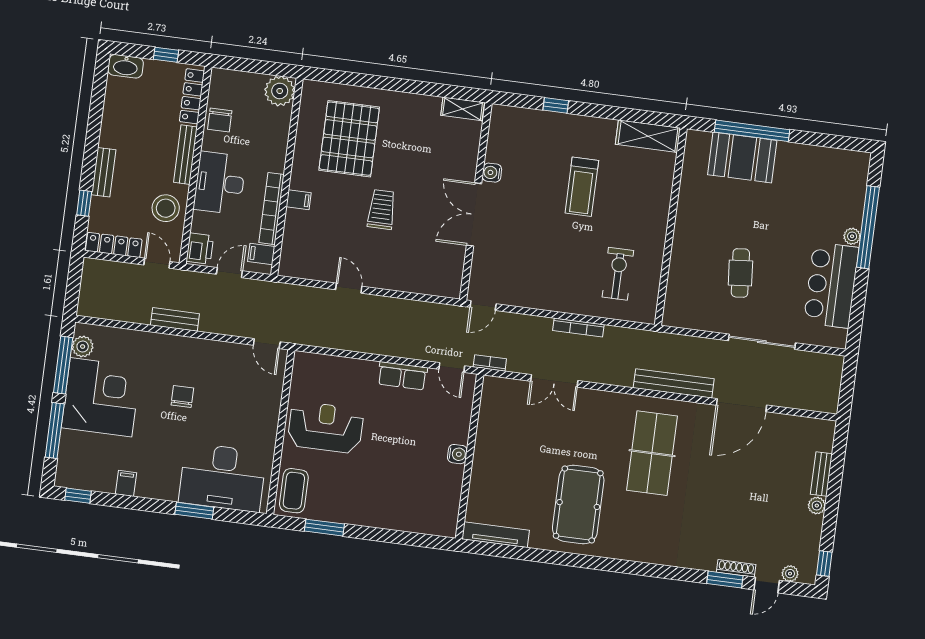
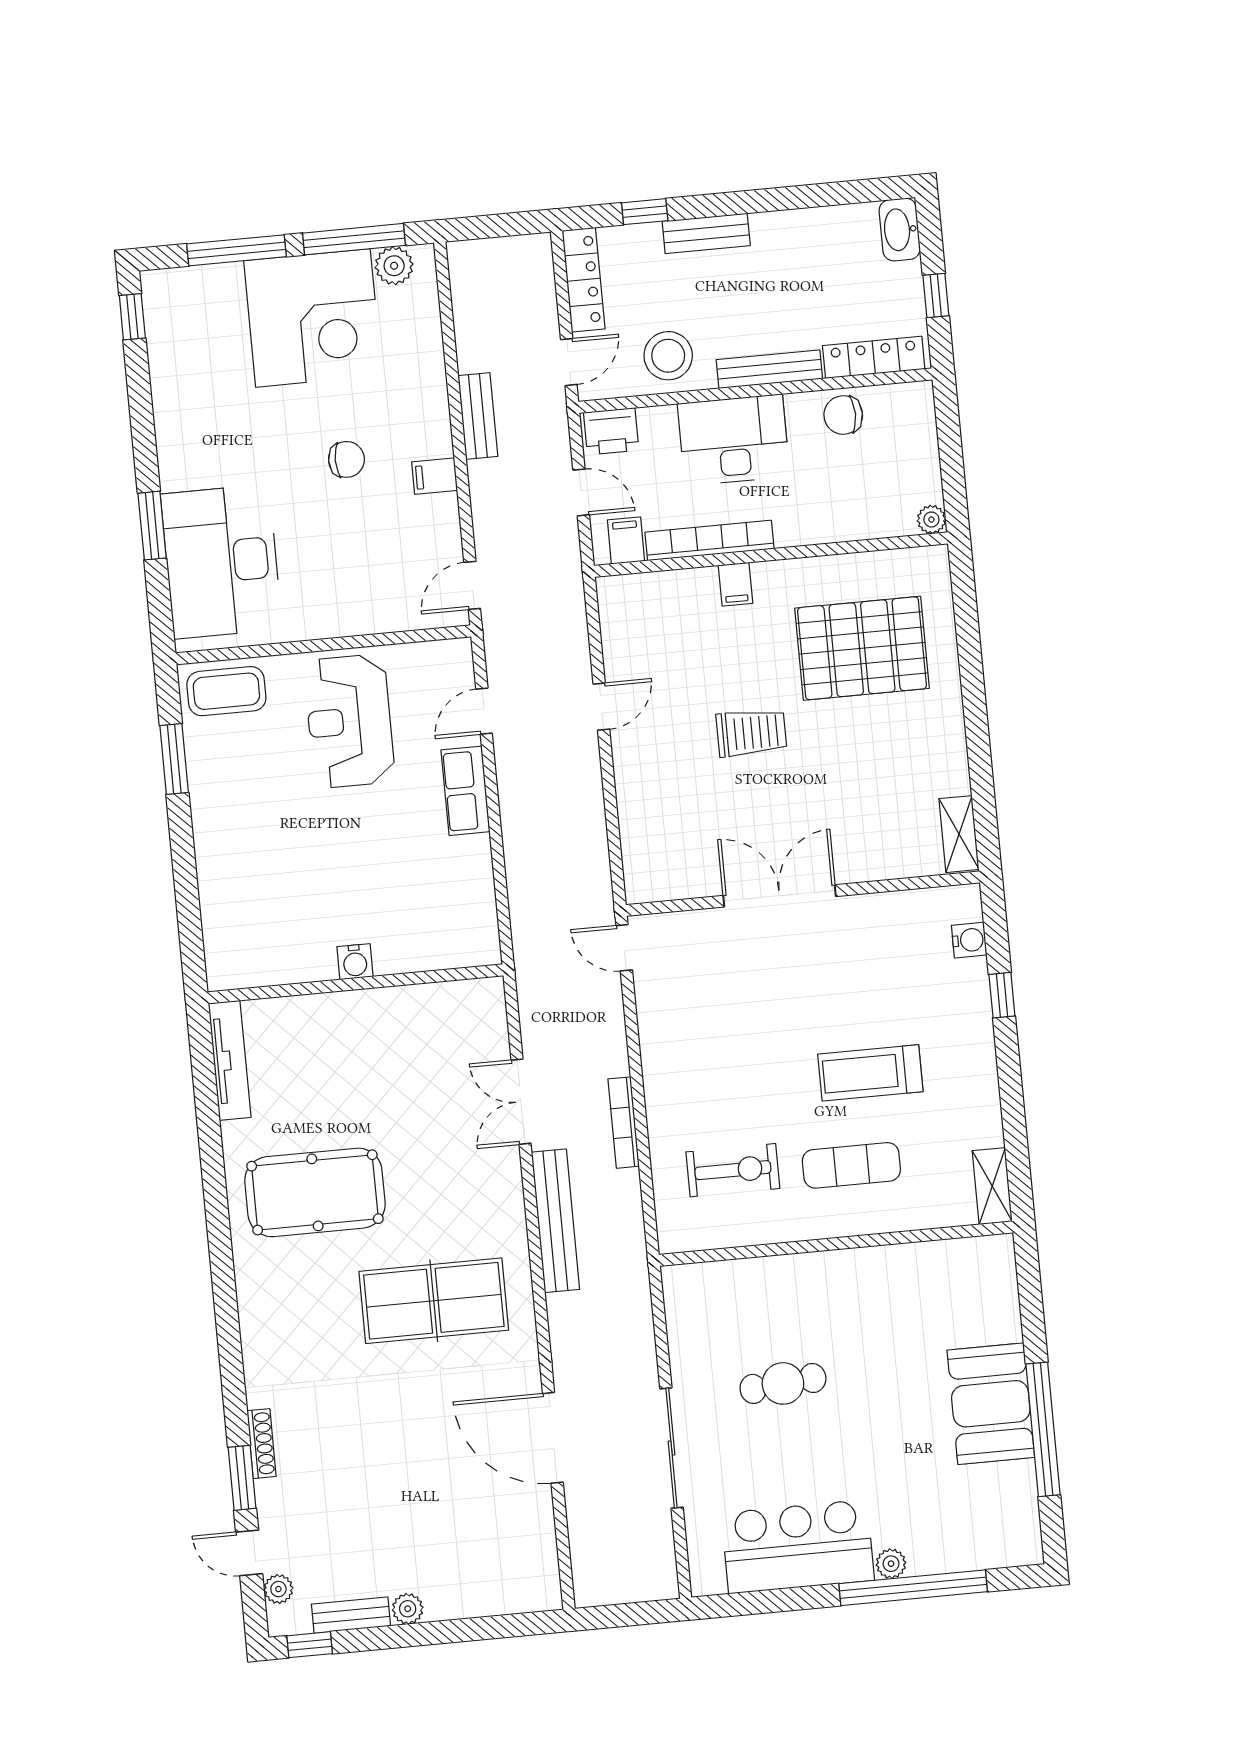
plant: (280, 91) -> (931, 520), width x0.53, depth x0.53
window: (752, 131) -> (1043, 1429), moved
shelving: (648, 136) -> (992, 1186), width x0.67, depth x0.75
booth: (742, 158) -> (991, 1404), moved
water cooler: (492, 173) -> (969, 940), moved, turned 90
exercise mat: (630, 209) -> (851, 1165), added
bookcase: (490, 363) -> (527, 982), removed
door: (452, 368) -> (484, 711), moved
row of seats: (402, 376) -> (465, 791), moved
bench: (674, 383) -> (555, 1221), moved
reception desk: (325, 427) -> (349, 721), turned 180
bench: (821, 474) -> (351, 1615), moved
filing cabinet: (126, 483) -> (435, 476), moved, turned 180
shoe rack: (736, 568) -> (262, 1444), moved

